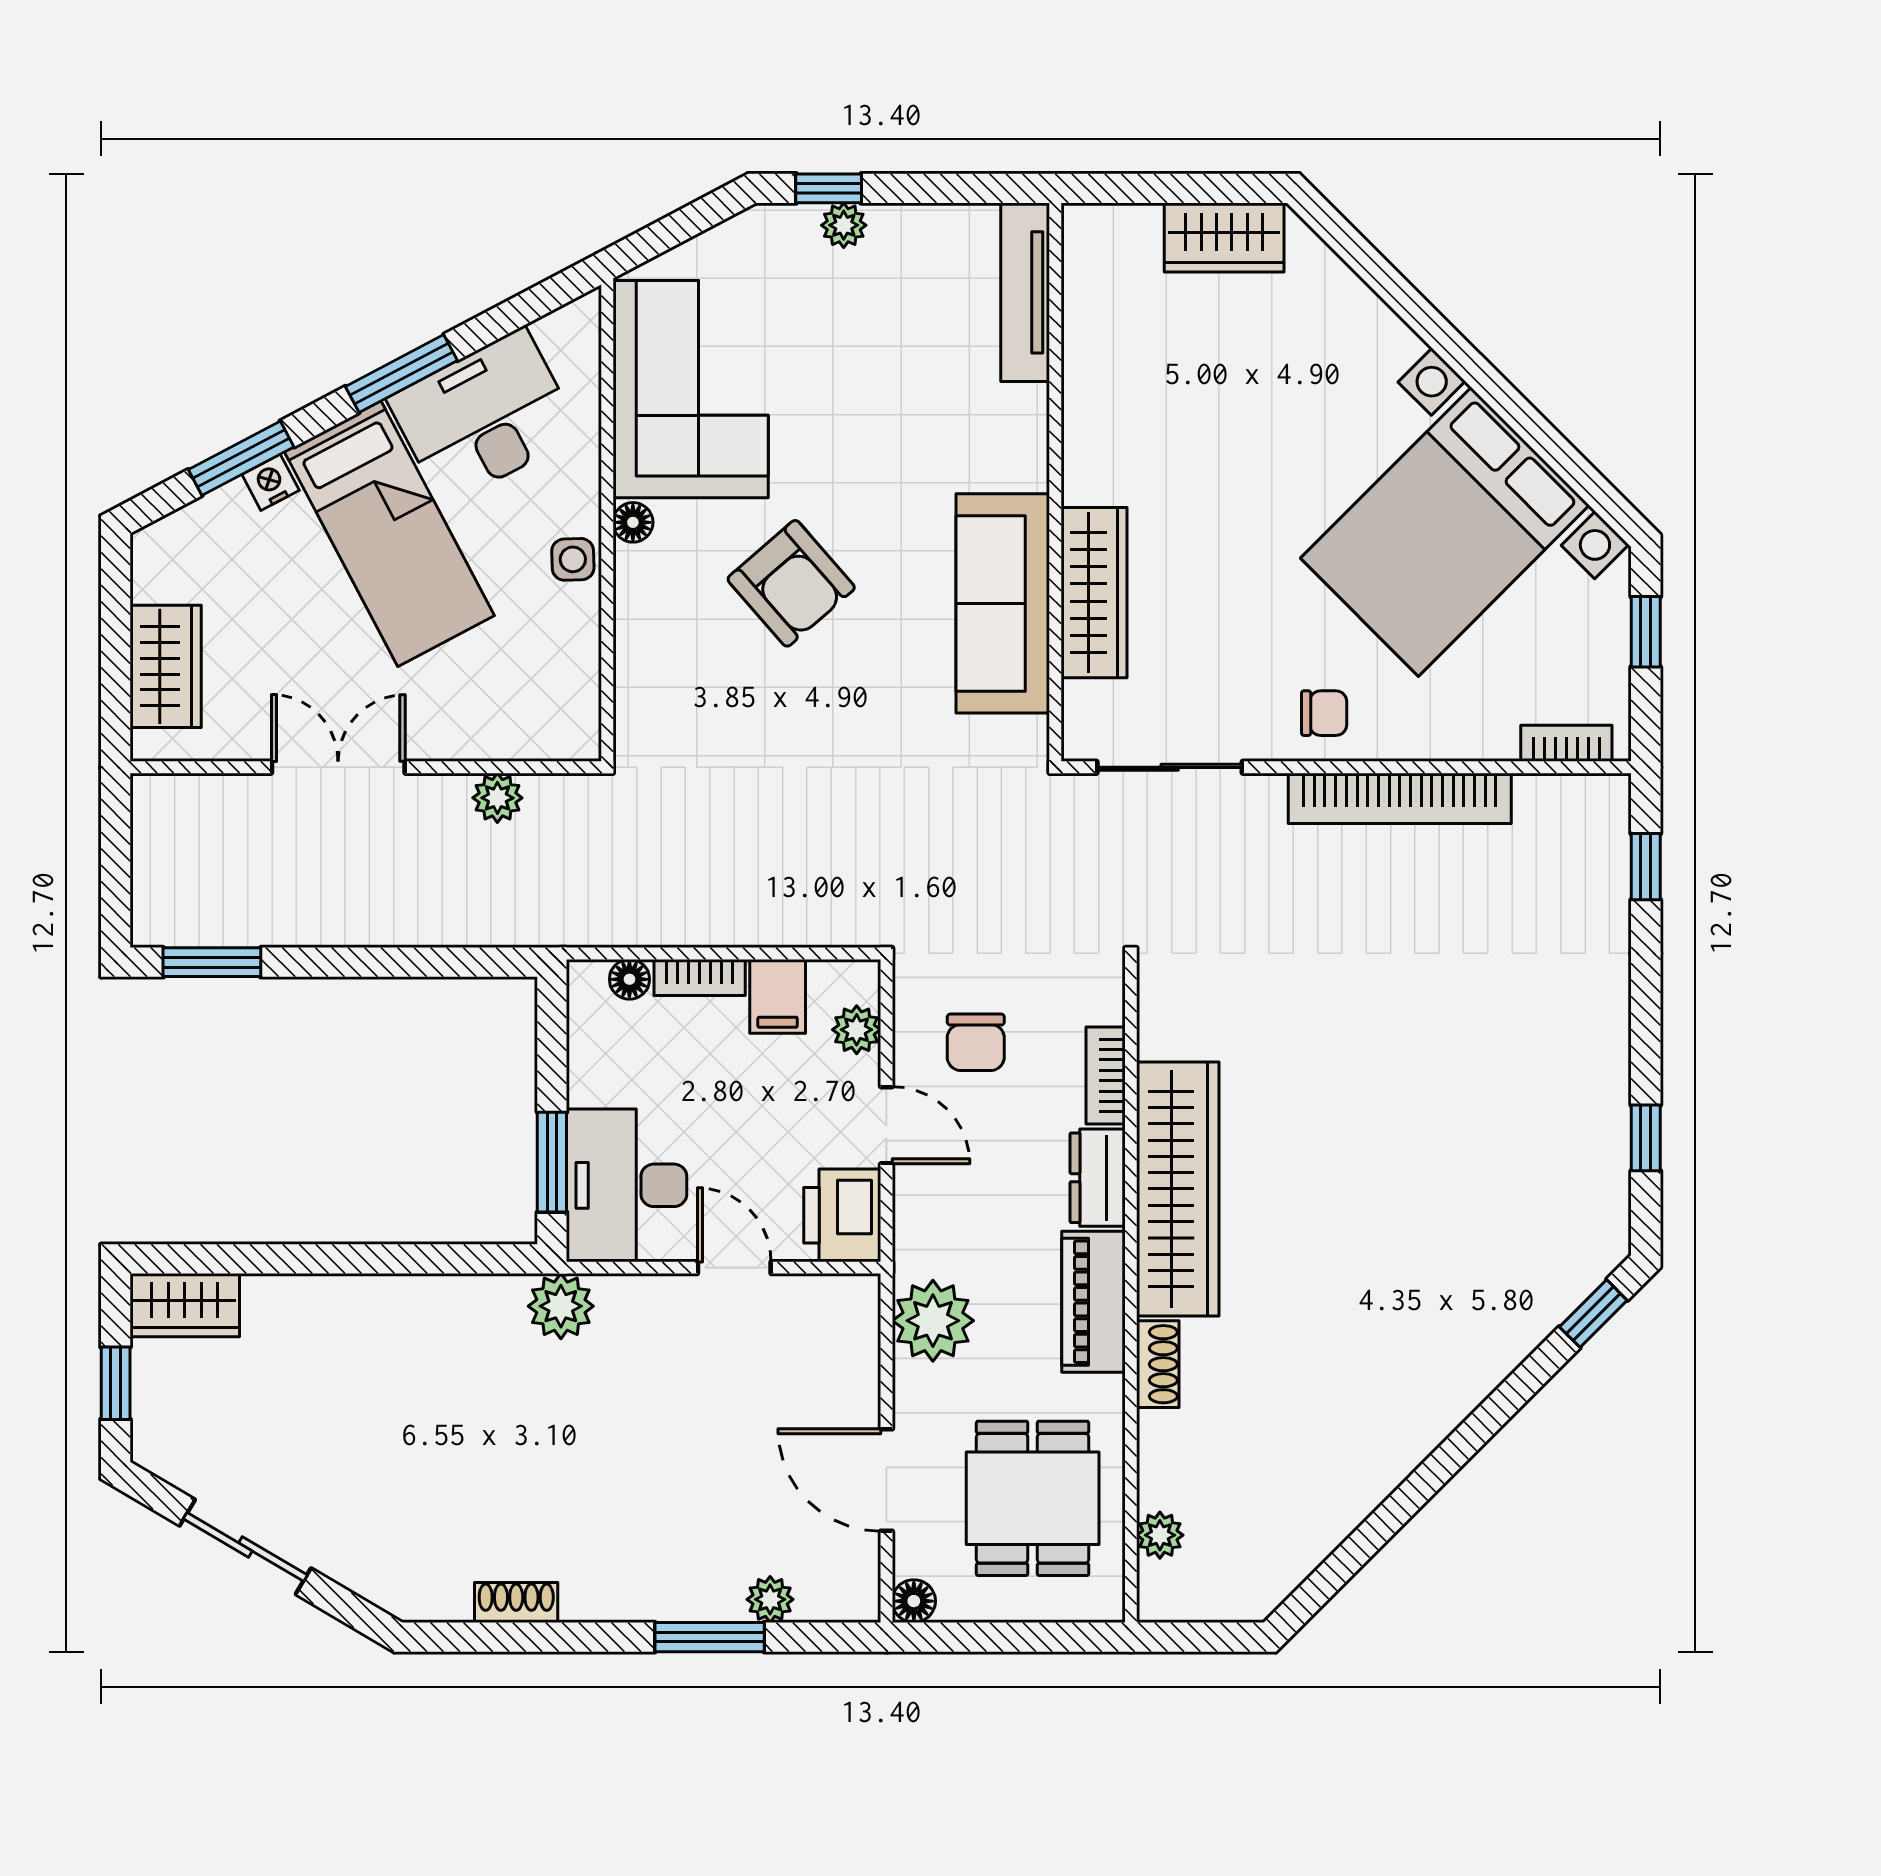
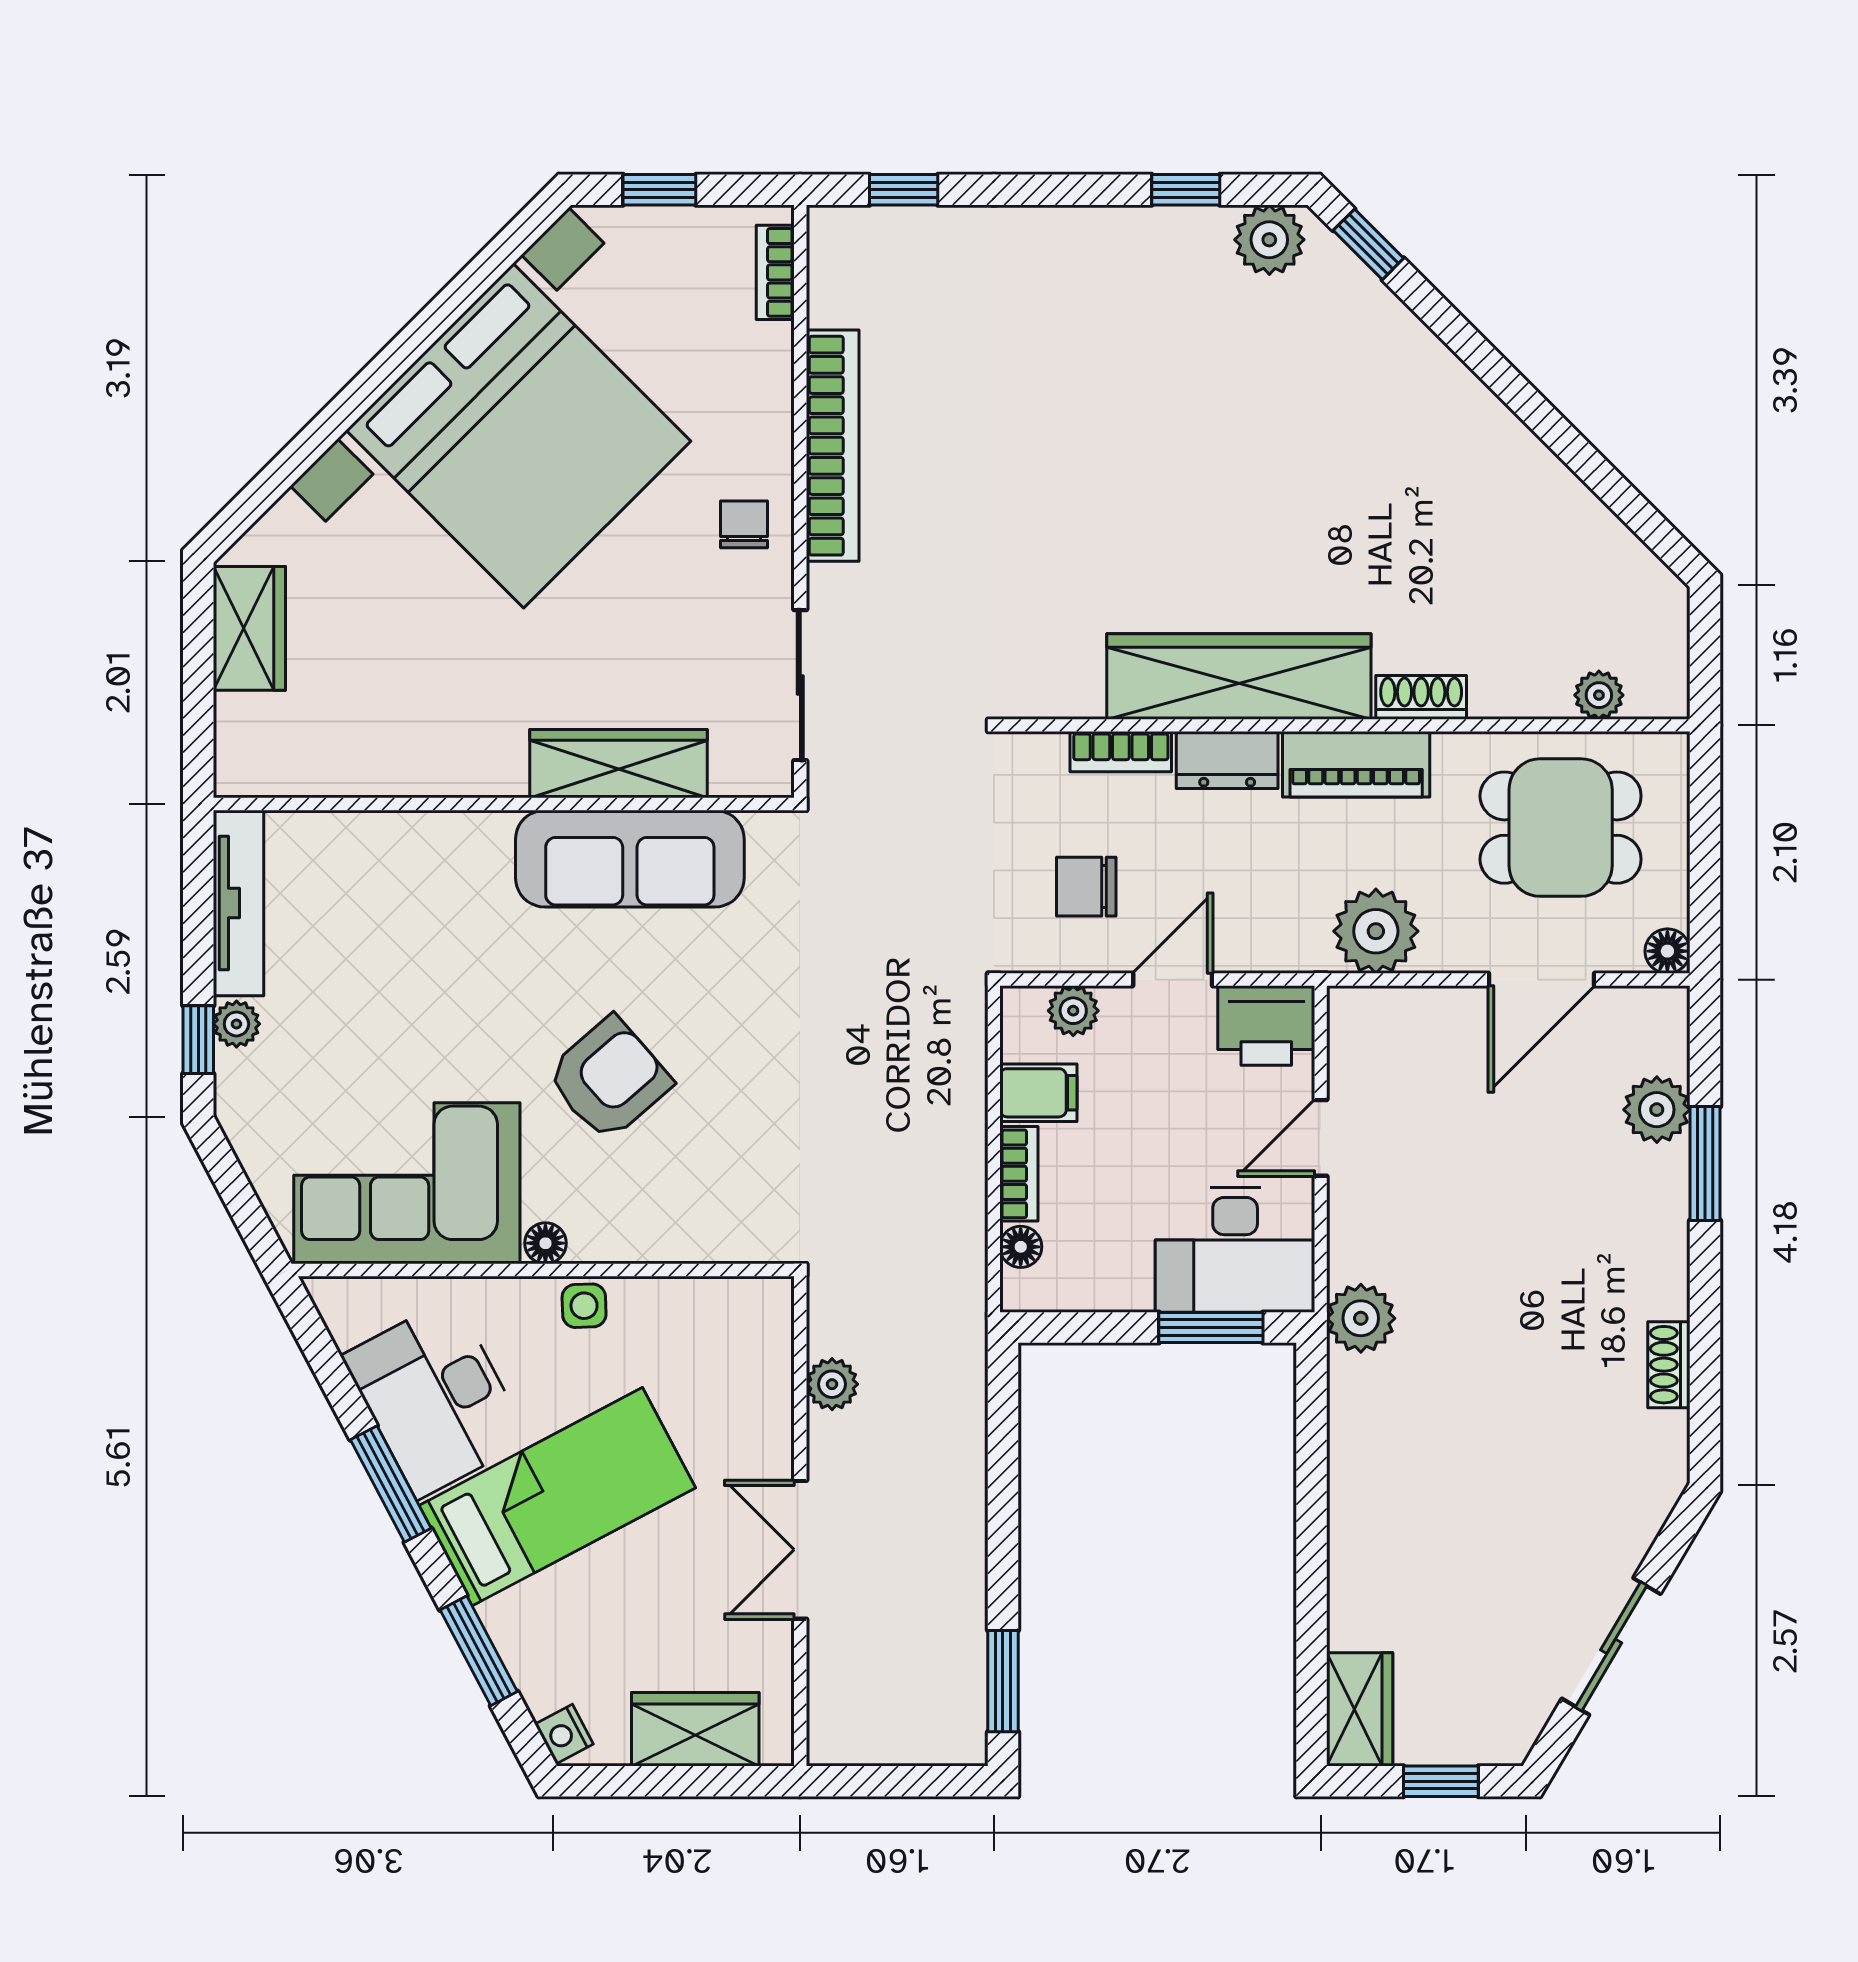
tv unit: (1025, 292) -> (238, 903), moved, turned -90
nightstand: (271, 482) -> (564, 1734), moved
bed with nightstands: (1445, 532) -> (518, 436), width x1.36
chair: (976, 1042) -> (1086, 887), turned 180
plant: (1598, 1218) -> (1269, 240), added
plant: (770, 1599) -> (1657, 1110), width x1.38, depth x1.38

